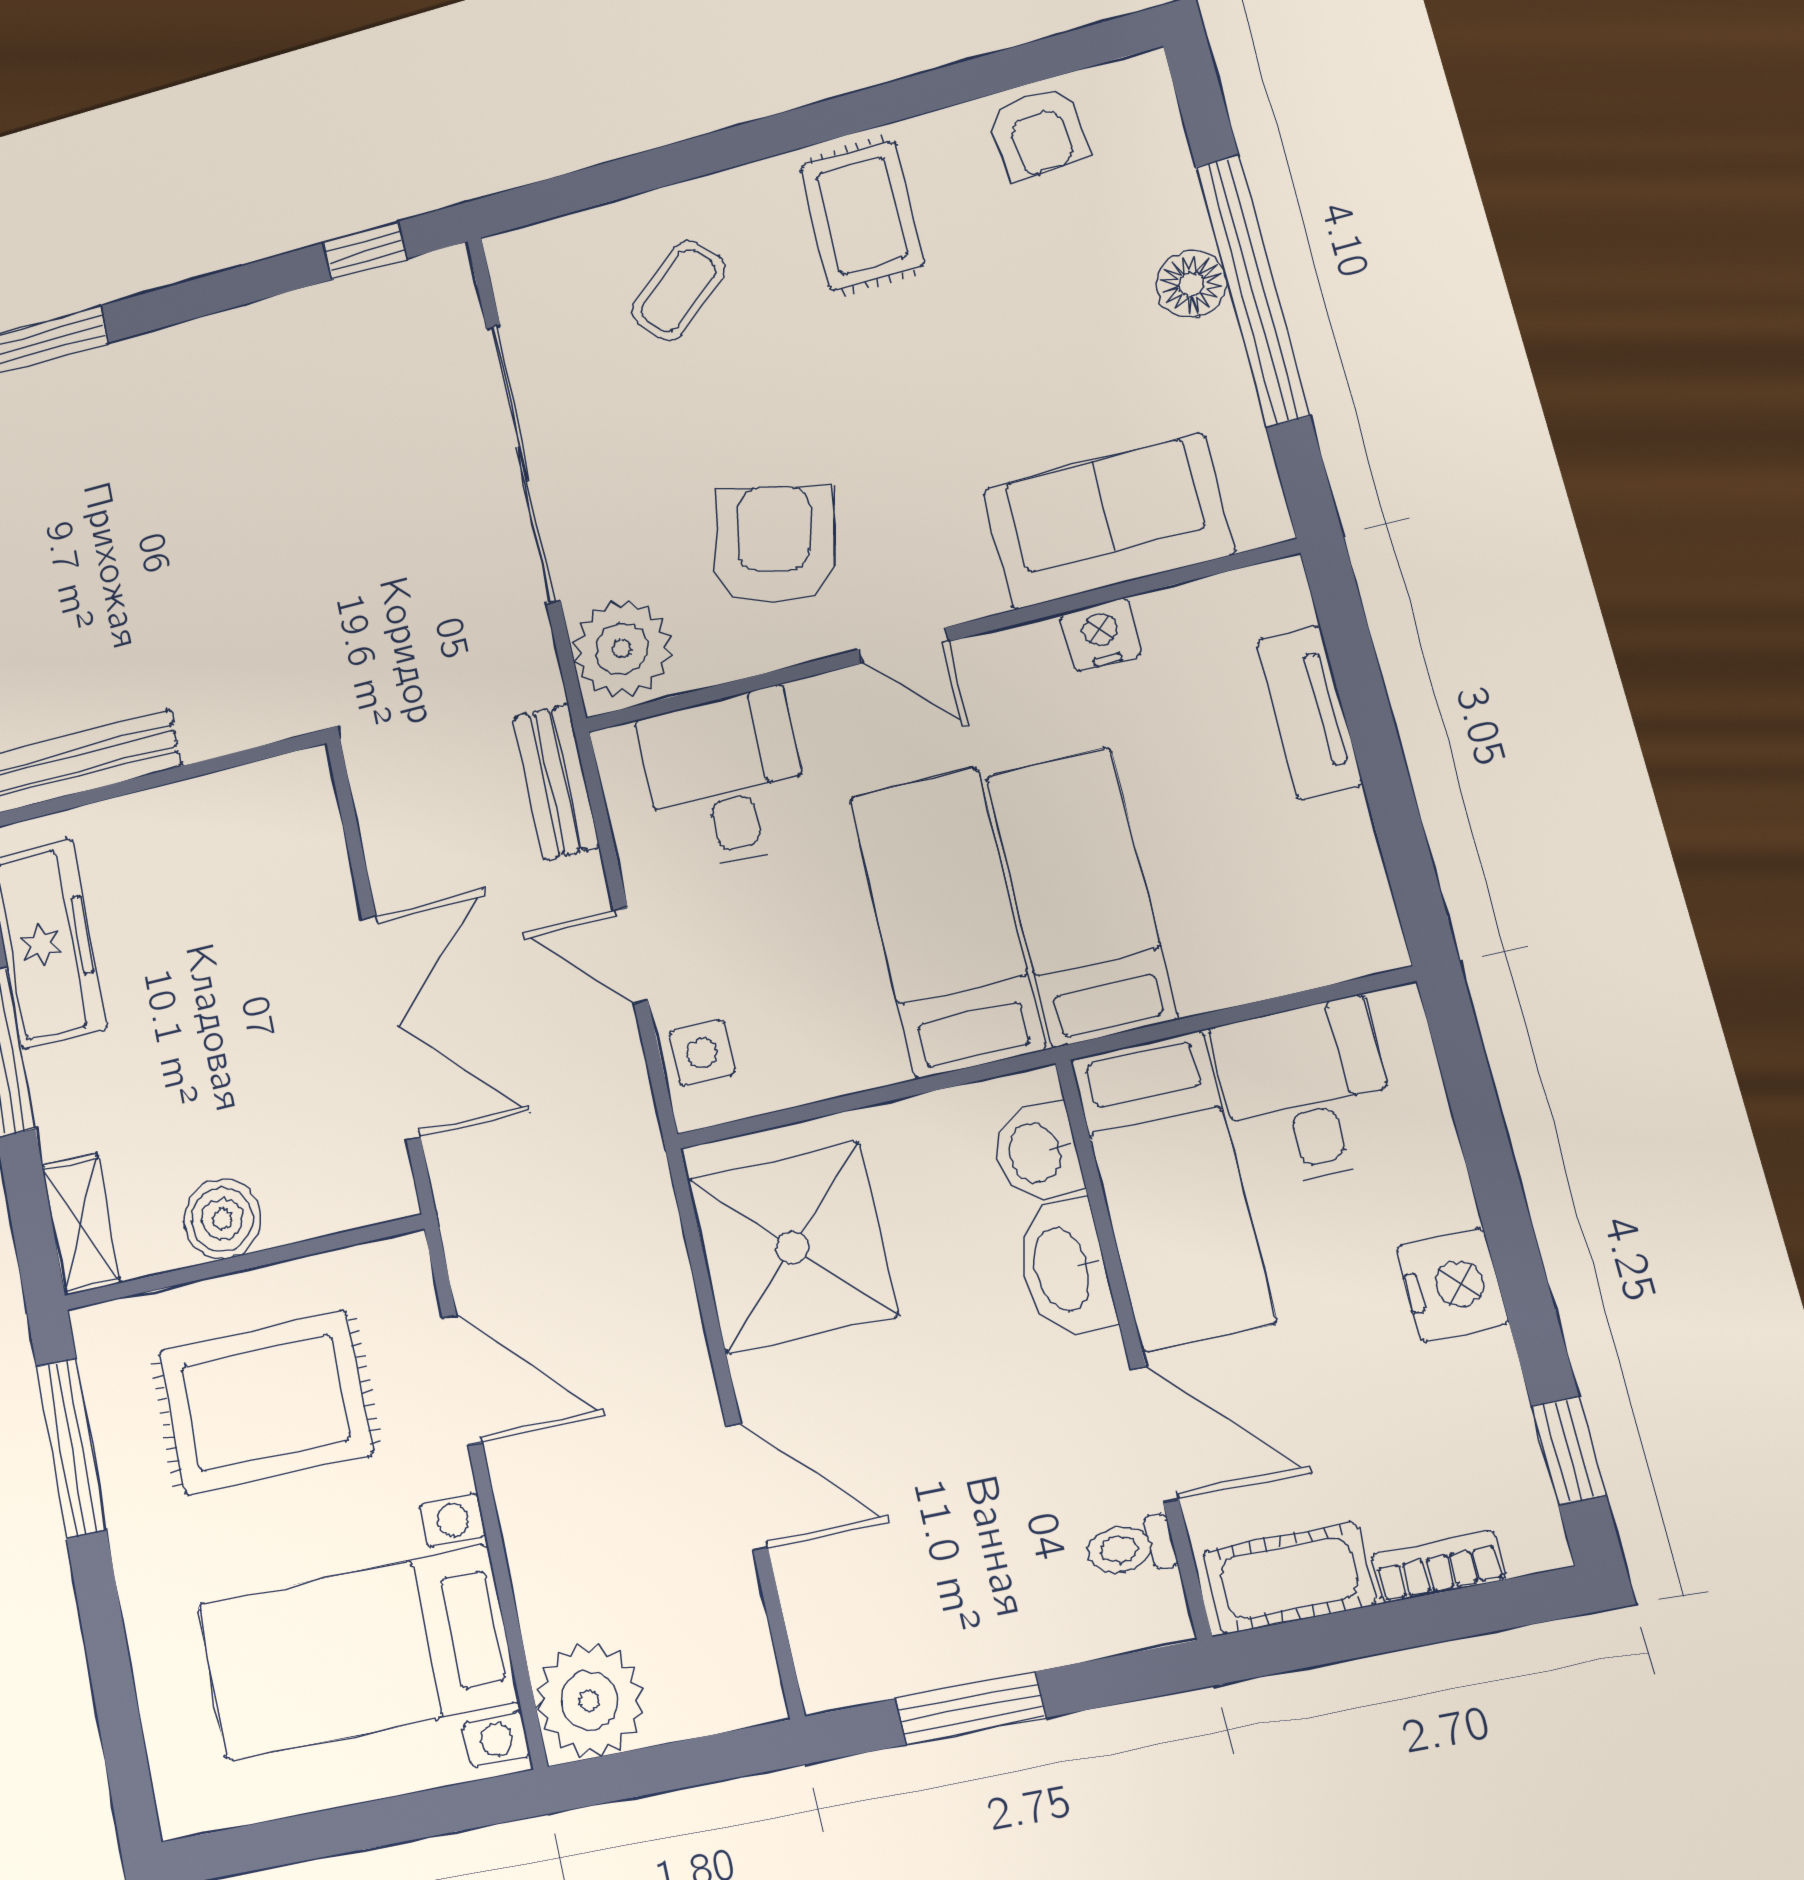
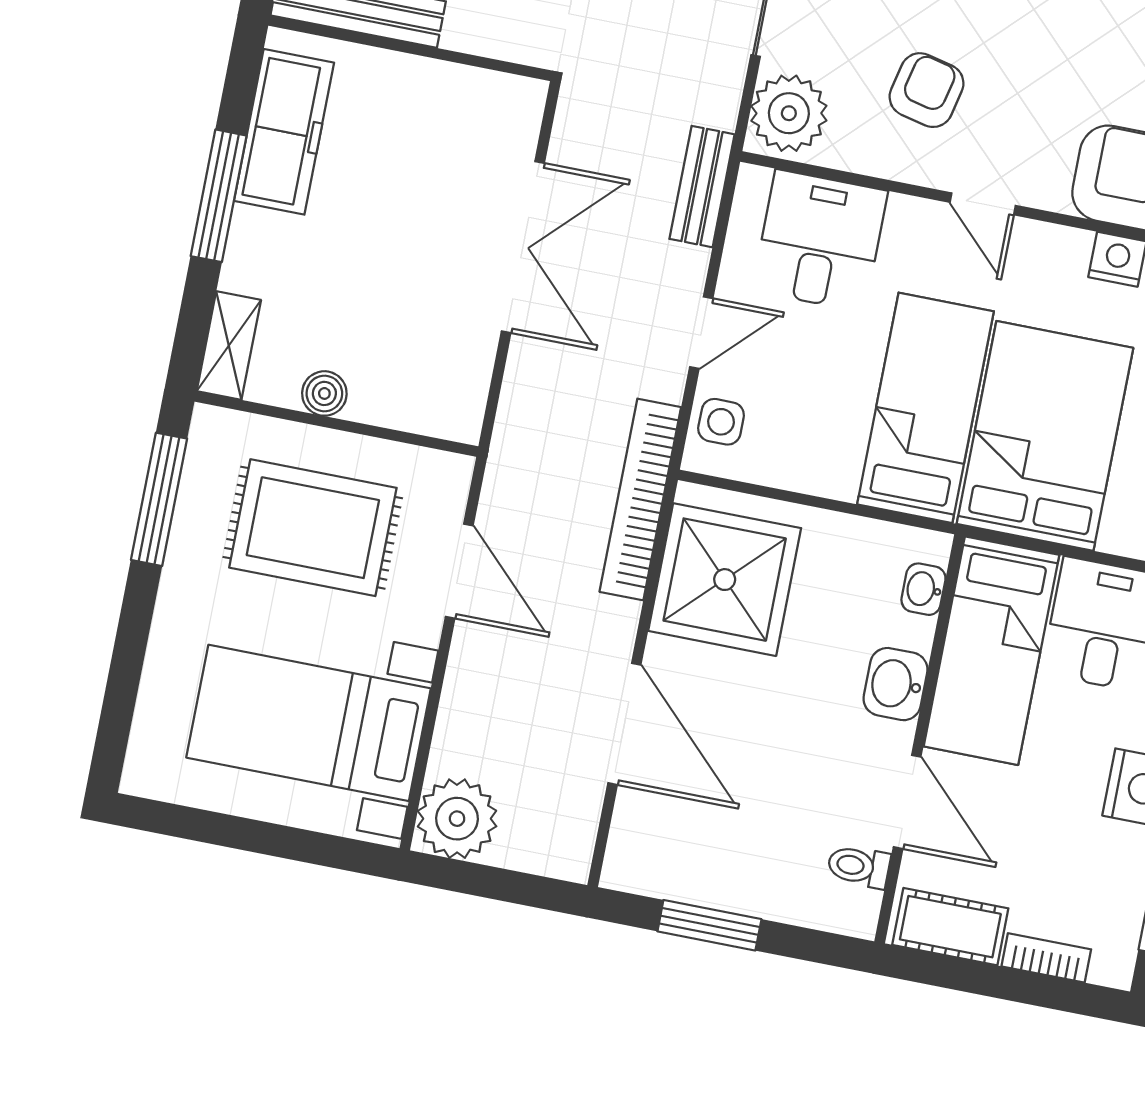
armchair: (774, 545) -> (927, 90), width x0.72, depth x0.72
bed: (1081, 897) -> (1045, 436), width x1.50
door: (631, 956) -> (701, 333), swing flipped
double door: (391, 1027) -> (523, 247), moved
washbasin: (1036, 1152) -> (923, 589), width x0.72, depth x0.69
bookcase: (645, 1193) -> (640, 500), added
boiler: (222, 1219) -> (324, 393), width x0.73, depth x0.73
washbasin: (1064, 1268) -> (895, 684), width x0.72
door: (747, 1487) -> (624, 724), width x1.36

